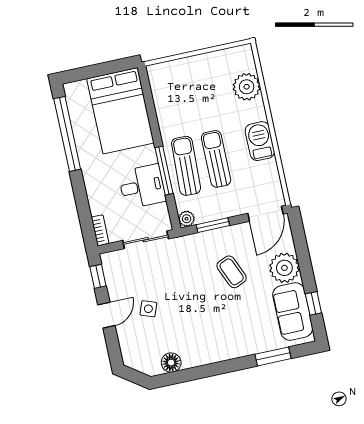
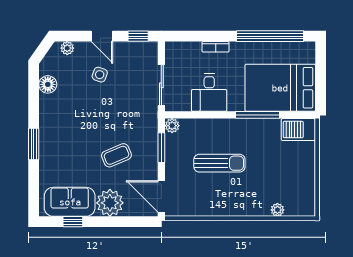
plant: (247, 87) -> (277, 210), width x0.53, depth x0.53
barbecue: (260, 141) -> (298, 130), moved, turned 180
sun lounger: (186, 166) -> (219, 135), removed
window: (164, 171) -> (257, 115), moved
bookcase: (100, 230) -> (216, 47), moved
plant: (127, 350) -> (67, 48), added
window: (273, 356) -> (34, 144), moved

